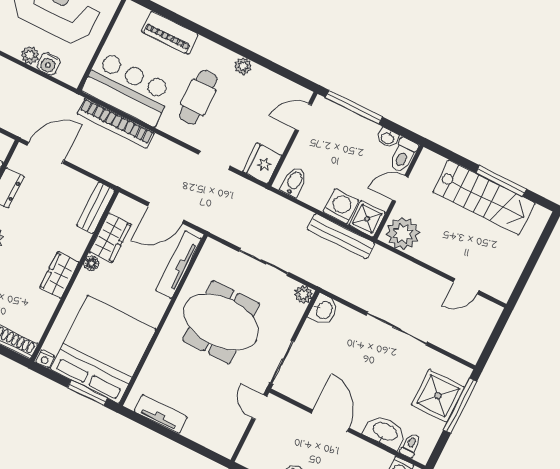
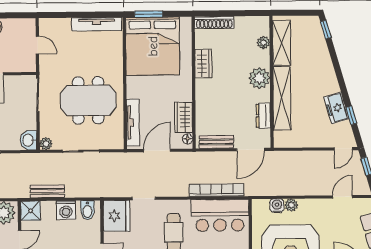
fridge: (262, 163) -> (116, 216), width x1.36, depth x1.34
washing machine: (341, 206) -> (66, 210), moved
bench: (96, 208) -> (216, 142), moved, turned 90
bench: (341, 236) -> (47, 191), width x0.73
floor lamp: (91, 263) -> (188, 139), moved
wardrobe: (59, 275) -> (203, 64), moved
nightstand: (45, 359) -> (186, 22), removed
door: (259, 407) -> (37, 45), moved
tv unit: (161, 414) -> (97, 24), width x1.41

